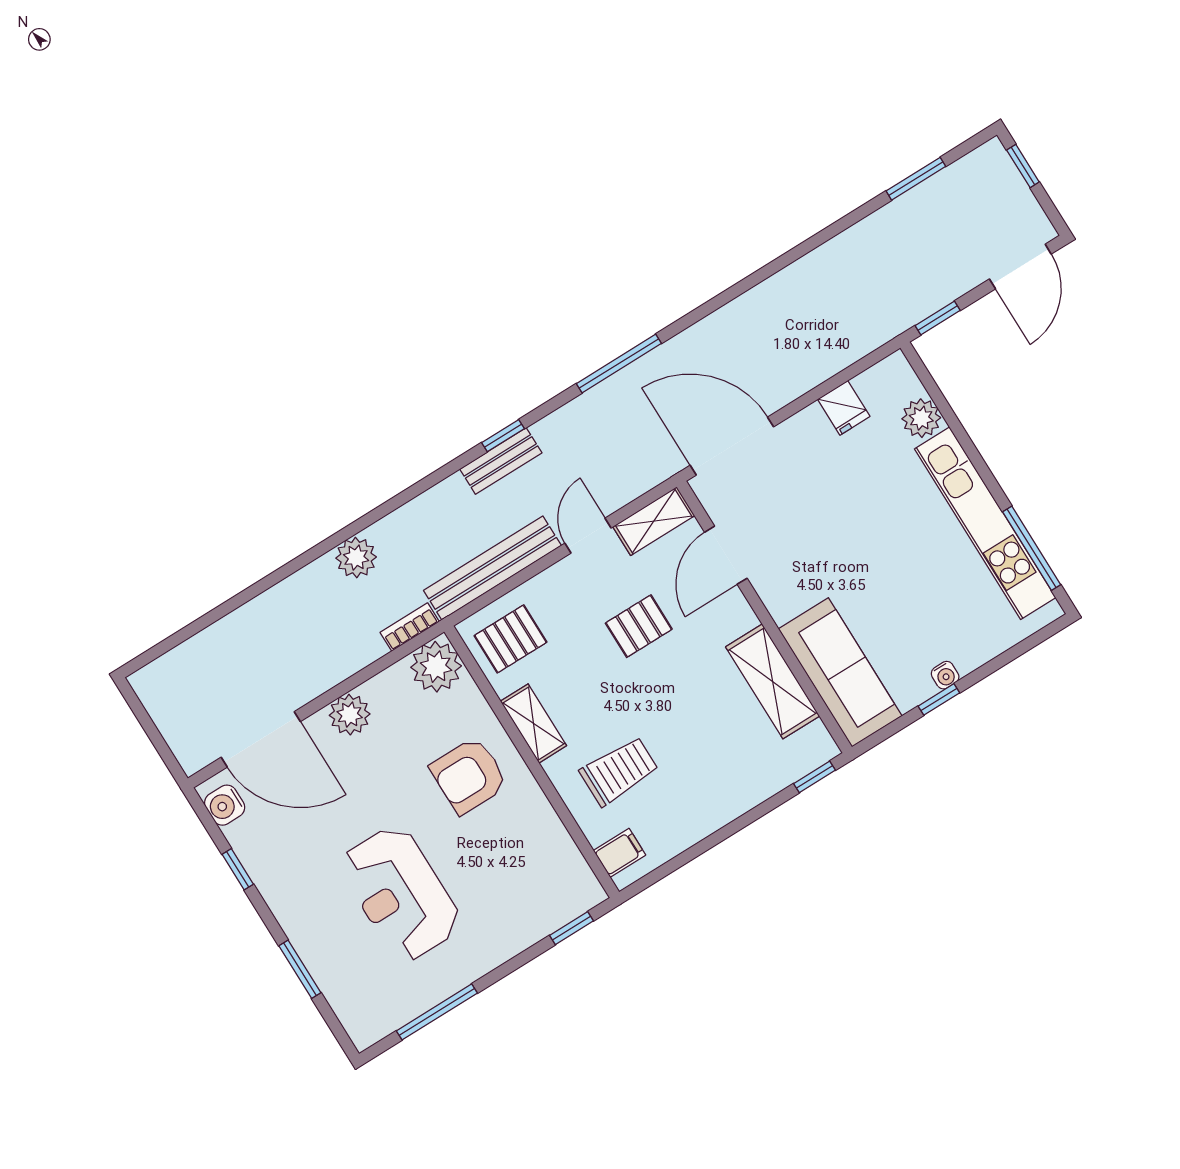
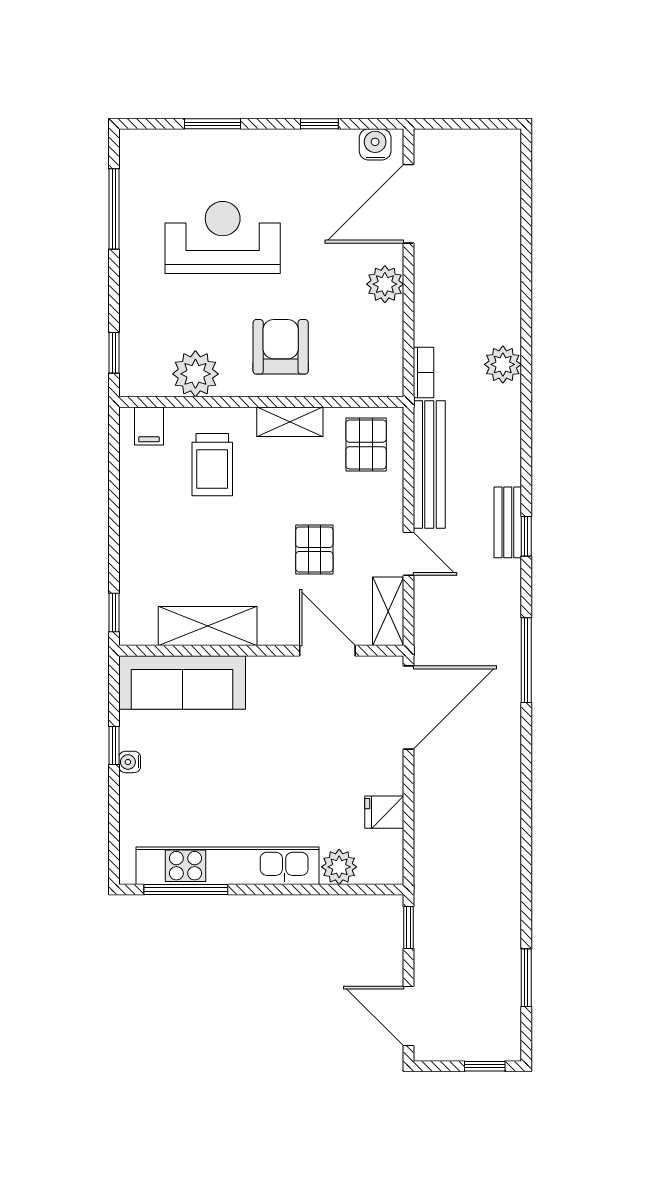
plant: (436, 667) -> (195, 374), moved

